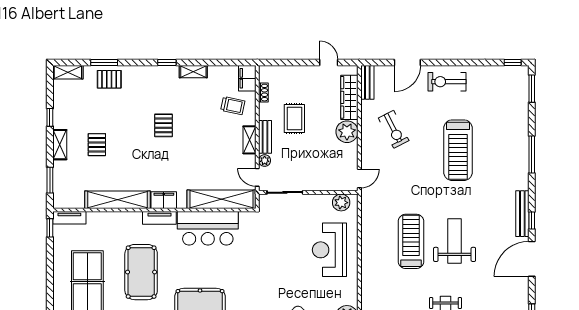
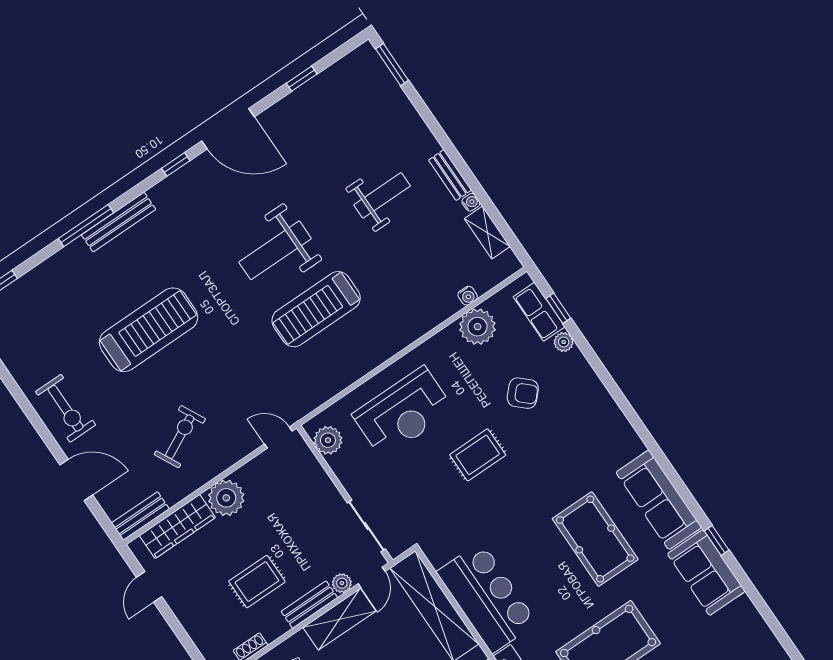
shelving: (249, 140) -> (339, 619), width x1.50, depth x1.33
bench: (522, 214) -> (119, 222), moved
rug: (282, 273) -> (478, 455), added

